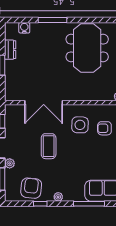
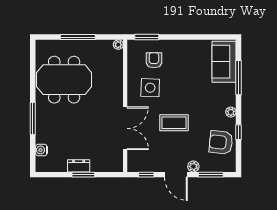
dresser: (10, 50) -> (79, 166), moved
armchair: (104, 128) -> (154, 60), turned 180

